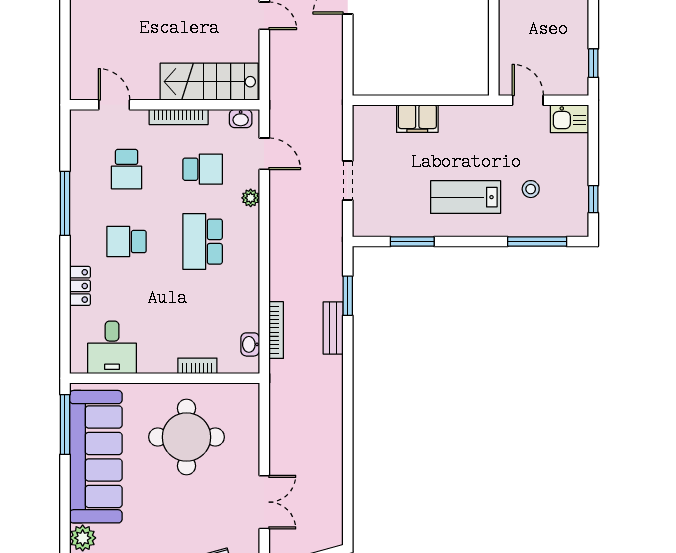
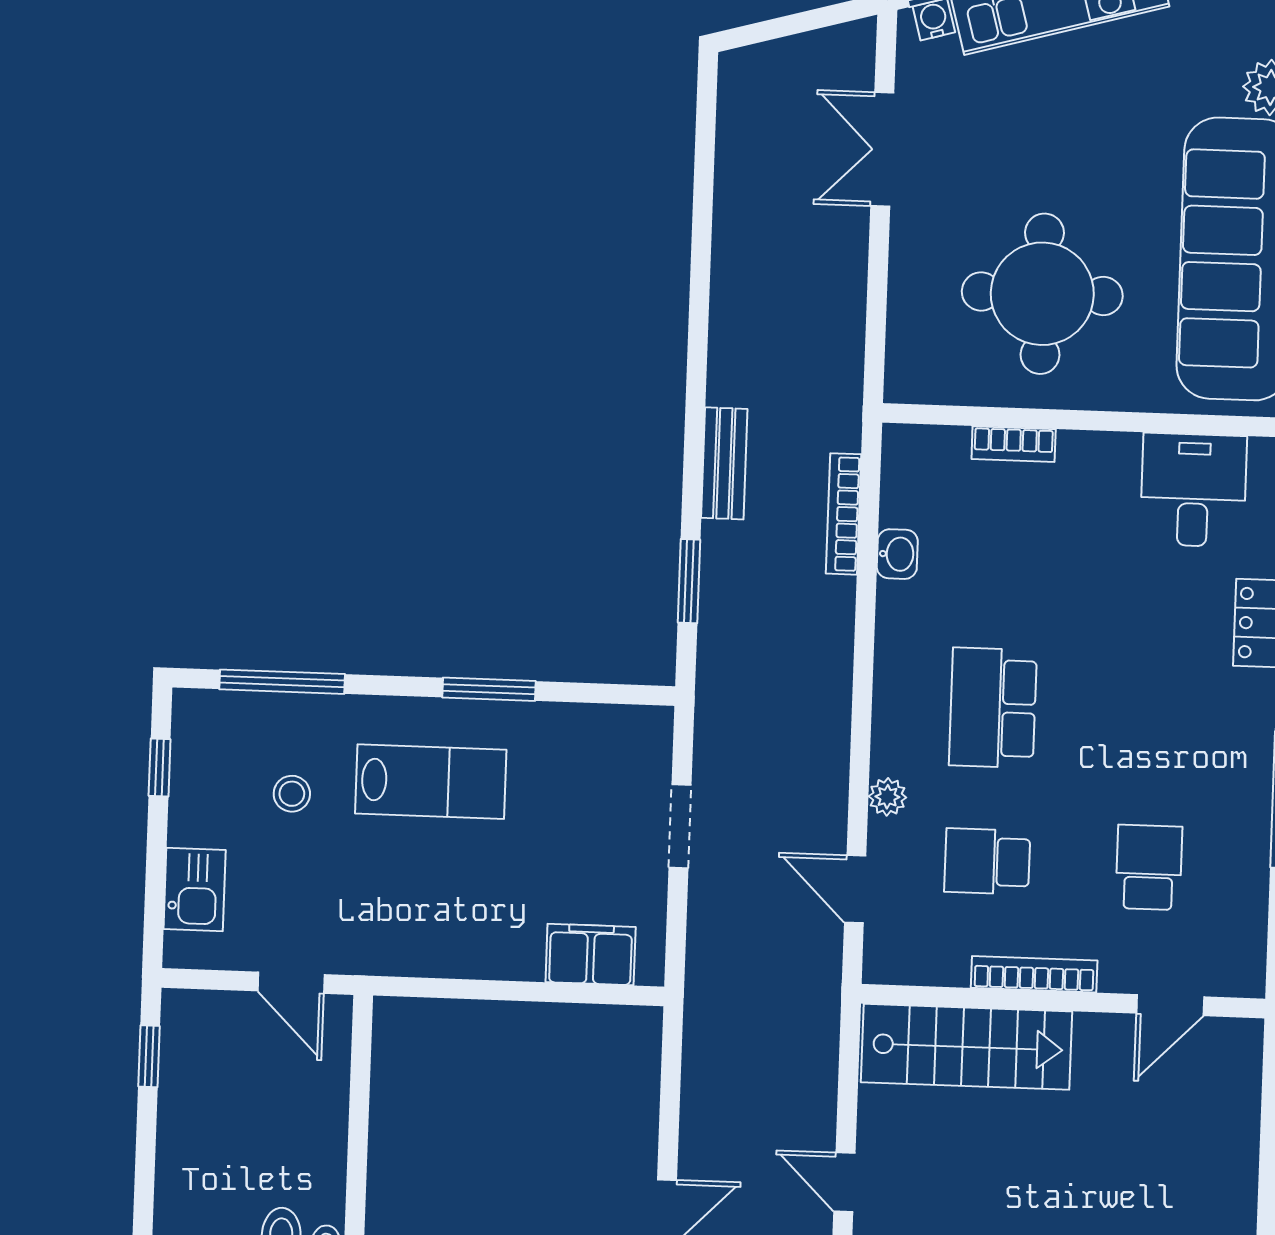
door: (114, 105) -> (1170, 1005), hinge flipped
washbasin: (241, 119) -> (902, 966), removed
filing cabinet: (417, 119) -> (591, 955), moved
kitchen sink: (569, 119) -> (195, 890), moved, turned 90
school desk: (127, 242) -> (1154, 714), removed
school desk: (203, 242) -> (993, 708), turned 180
window: (412, 242) -> (489, 689), moved
bench: (333, 328) -> (724, 463), moved
washbasin: (250, 344) -> (897, 554), moved

